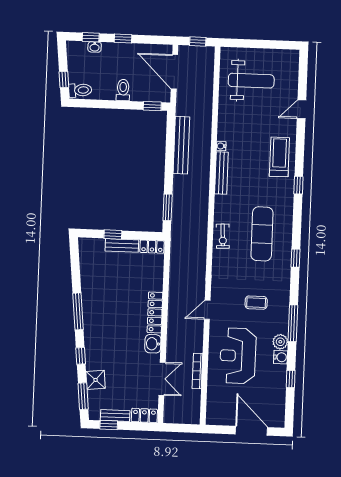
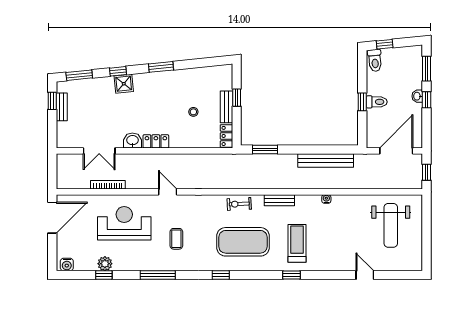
window: (91, 37) -> (426, 69), width x1.50
washbasin: (95, 47) -> (417, 96), moved
window: (152, 106) -> (362, 102), moved
treadmill: (279, 157) -> (297, 243), moved, turned -90
bench: (221, 173) -> (279, 200), moved, width x0.73
exercise mat: (262, 234) -> (243, 242), width x1.47
stool: (126, 280) -> (193, 112), added
window: (78, 311) -> (161, 67), width x0.69
locker: (155, 312) -> (156, 141), width x0.66
plant: (280, 342) -> (105, 264), moved
water cooler: (281, 357) -> (67, 265), moved
shower: (96, 380) -> (124, 84), moved
locker: (144, 415) -> (63, 135), removed
door: (251, 431) -> (52, 218), moved

